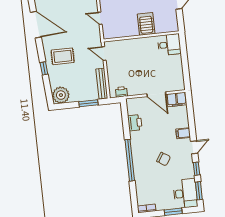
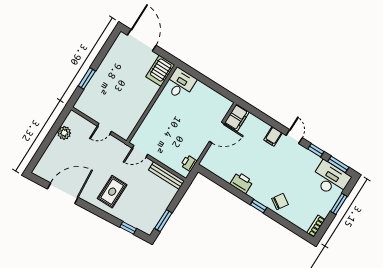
server rack: (146, 24) -> (160, 71), moved, turned -90
window: (44, 68) -> (128, 228), moved
plant: (61, 95) -> (147, 222), removed
window: (88, 103) -> (163, 221), moved
printer: (135, 123) -> (242, 183), moved
chair: (164, 159) -> (280, 202), moved
window: (130, 160) -> (259, 206), width x0.32

